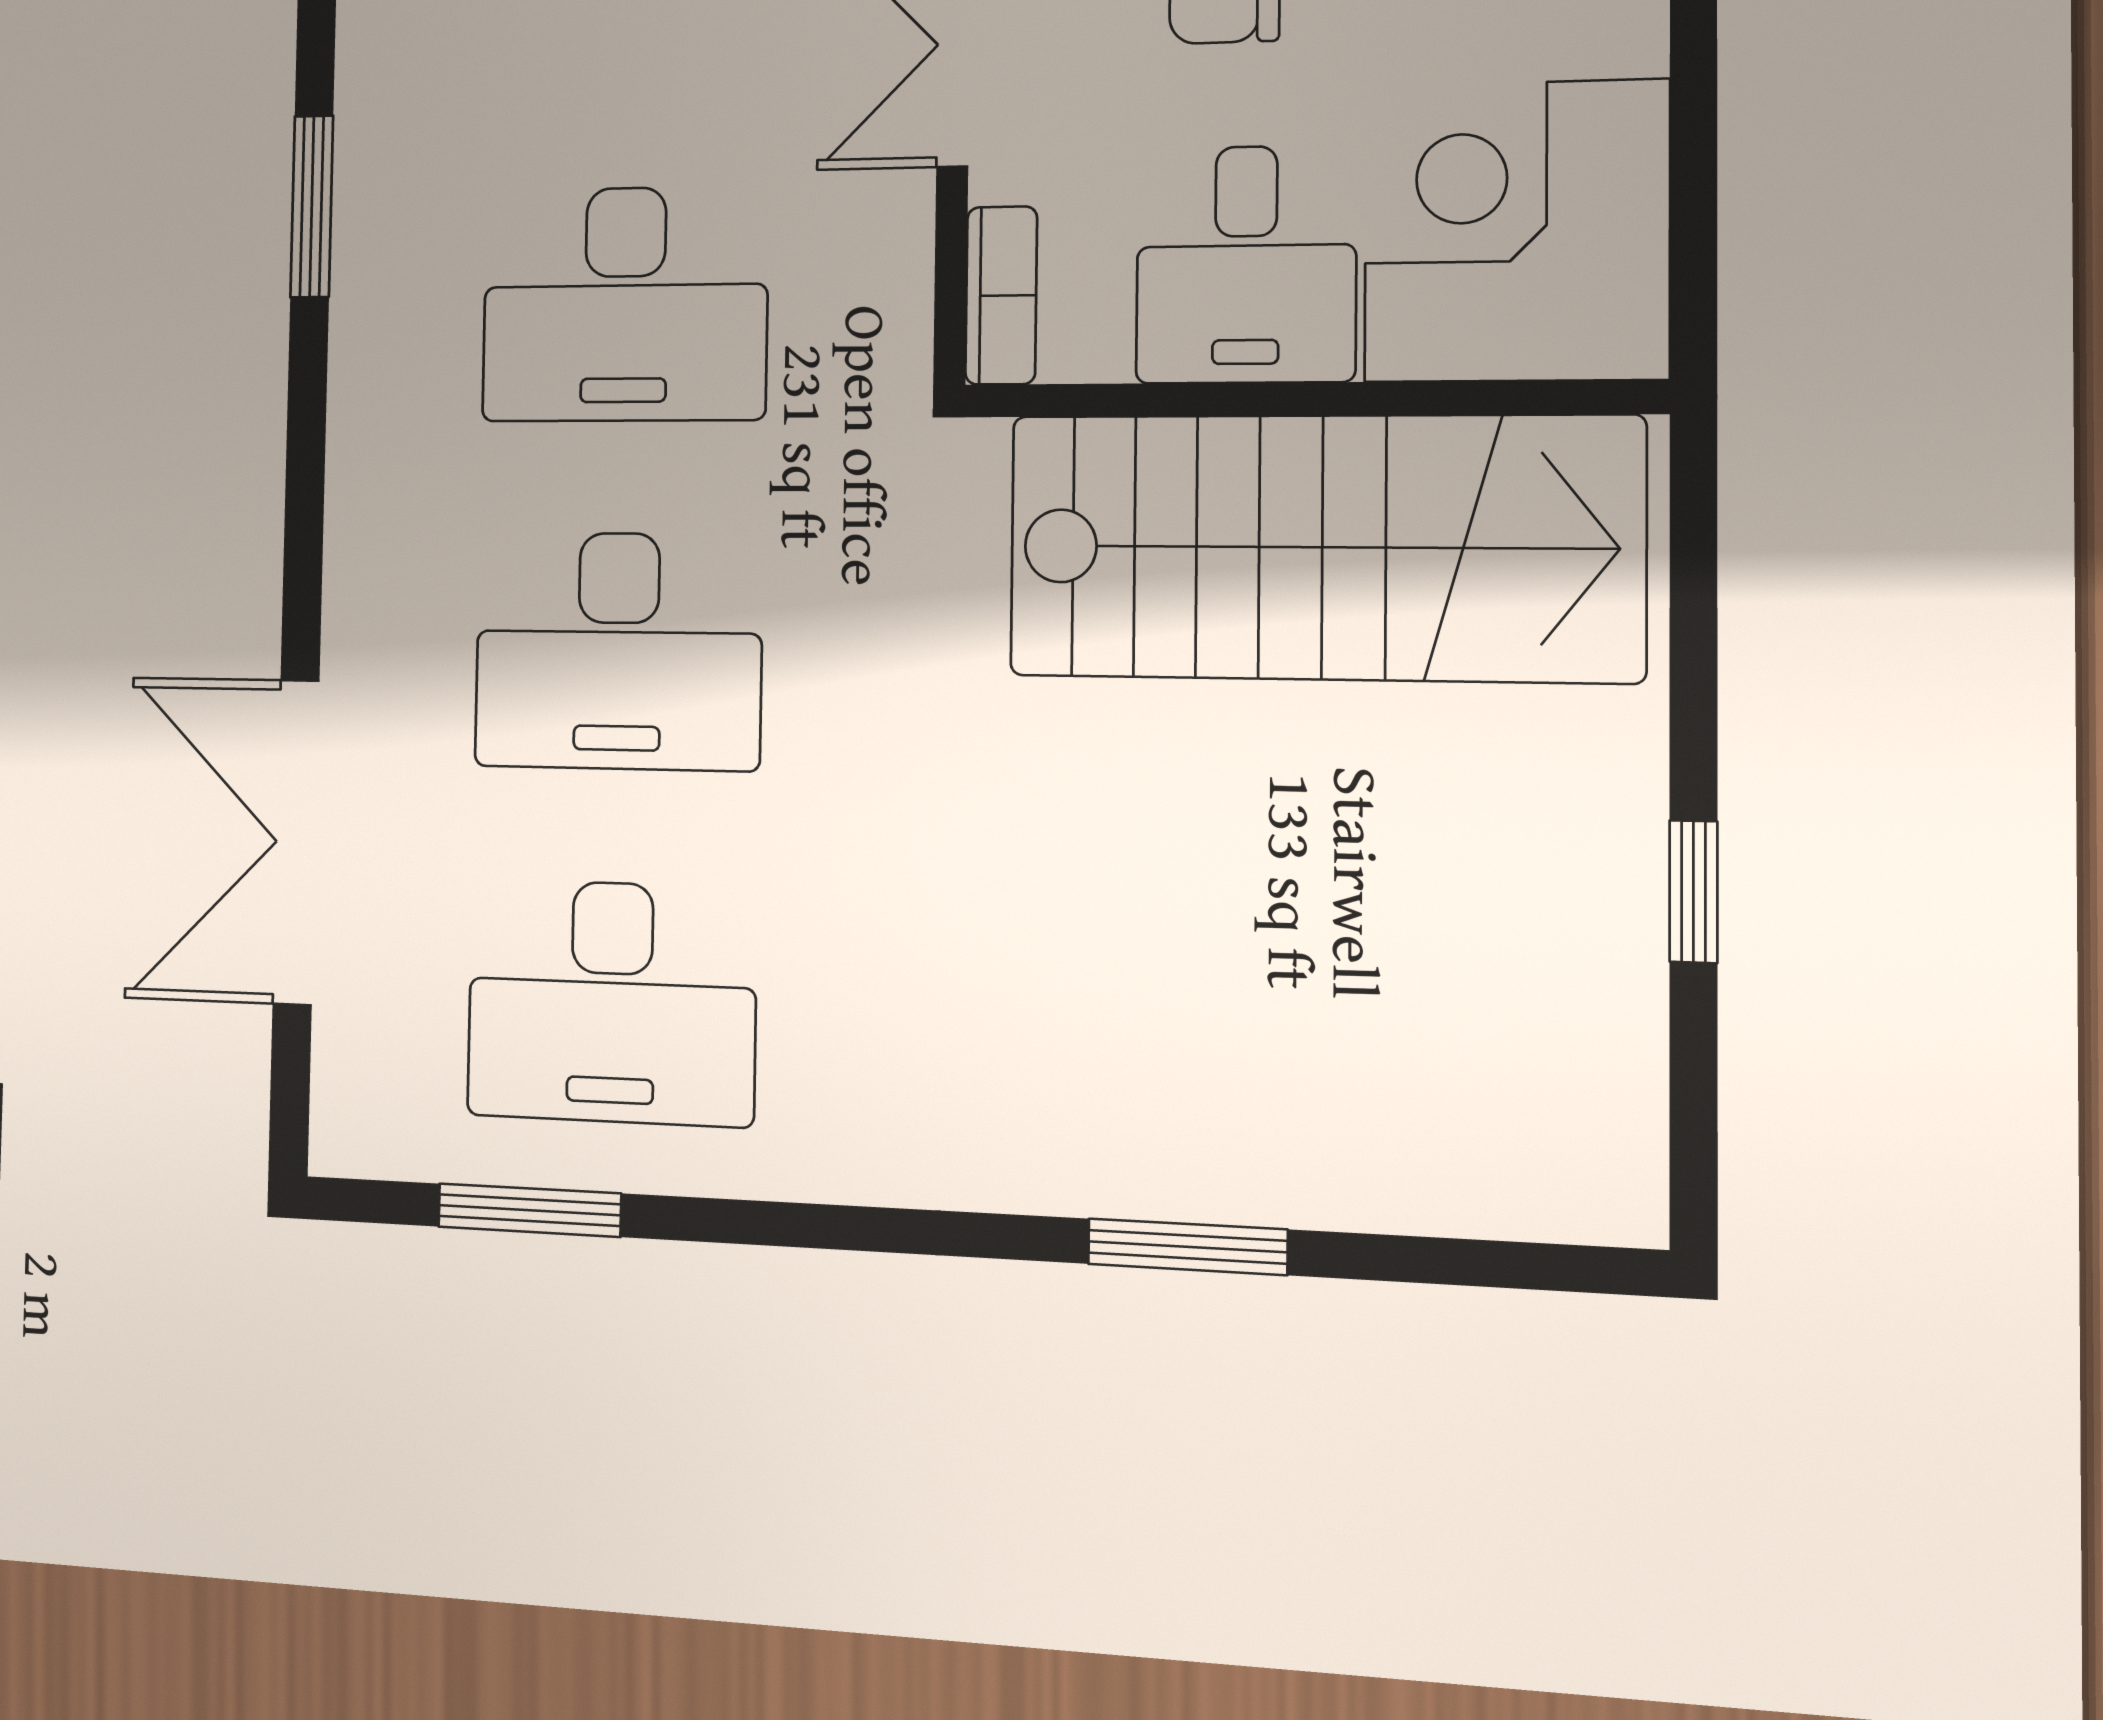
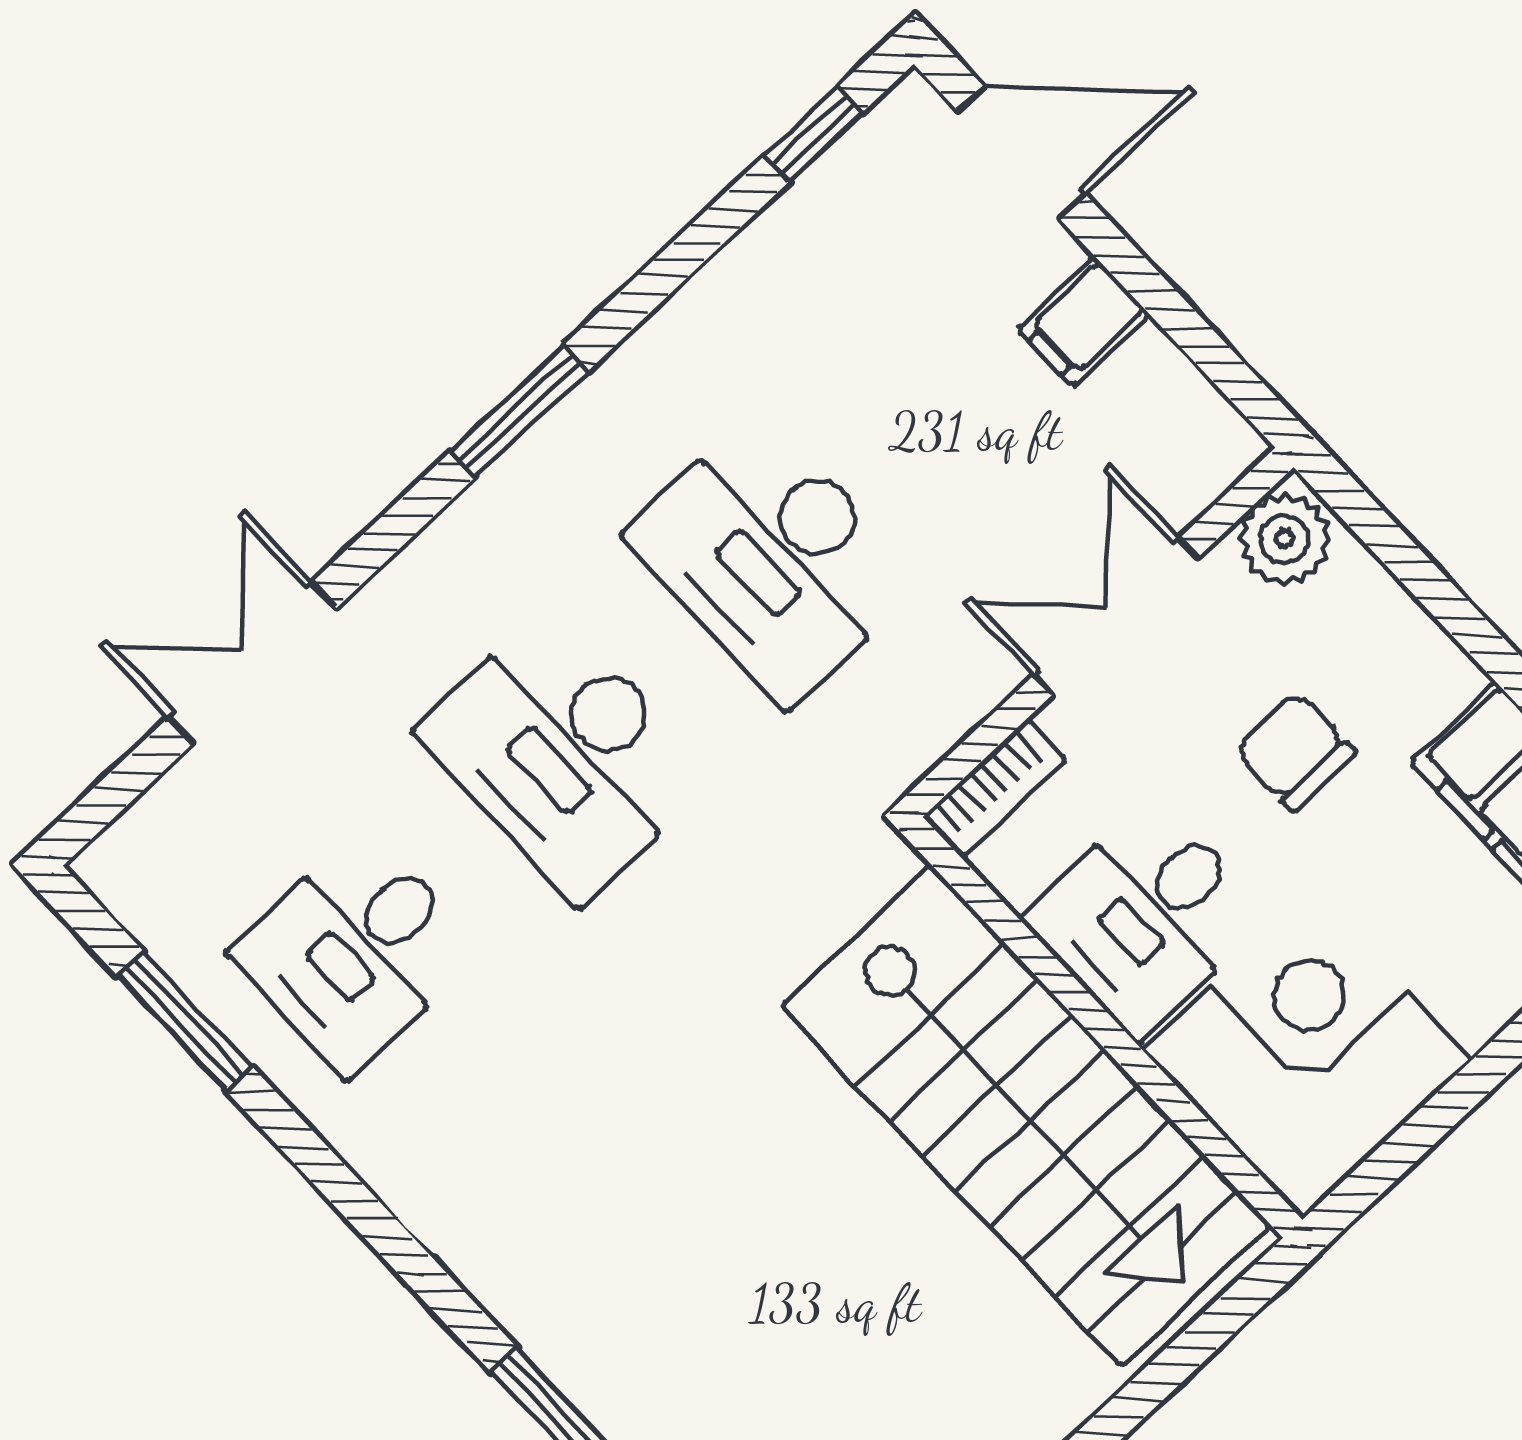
window: (312, 206) -> (519, 412), moved
double door: (296, 842) -> (252, 663), width x0.73
desk: (611, 1002) -> (356, 952), width x0.73

